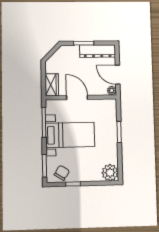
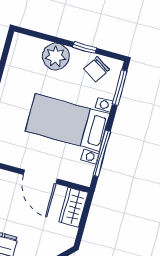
plant: (110, 173) -> (56, 56), moved

